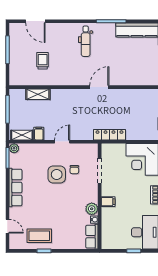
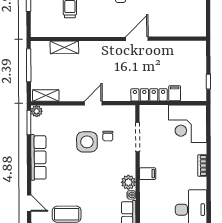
filing cabinet: (39, 134) -> (175, 93), moved

